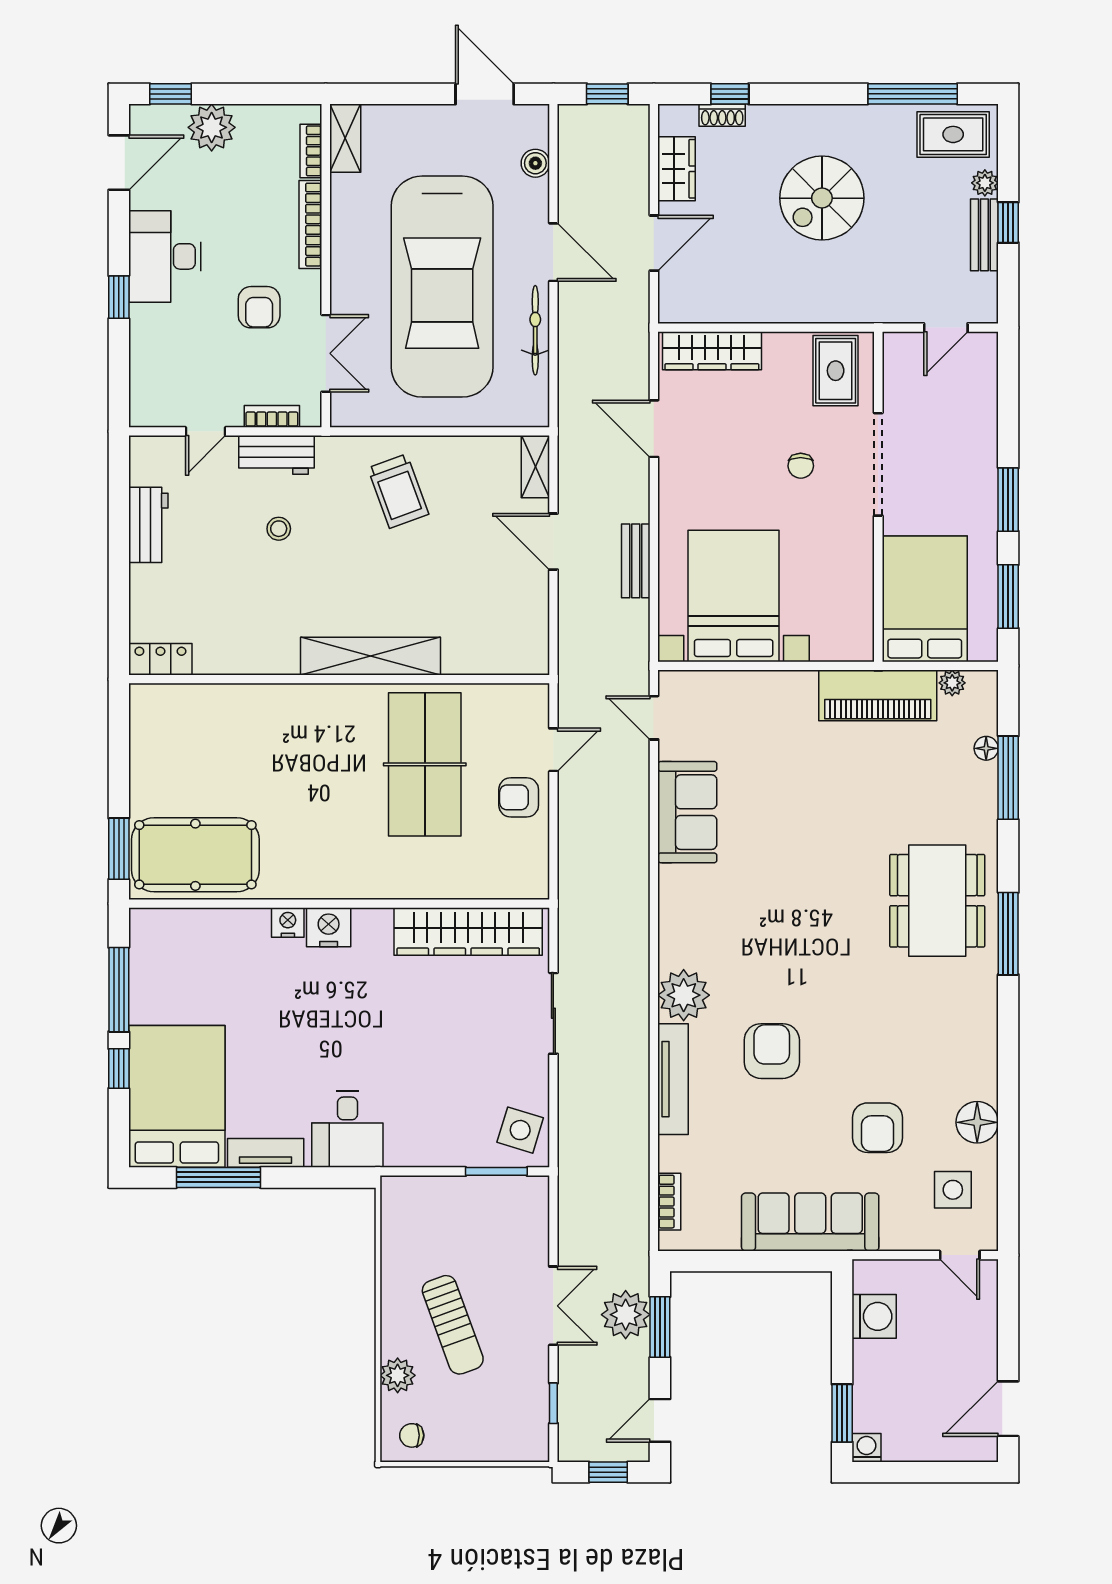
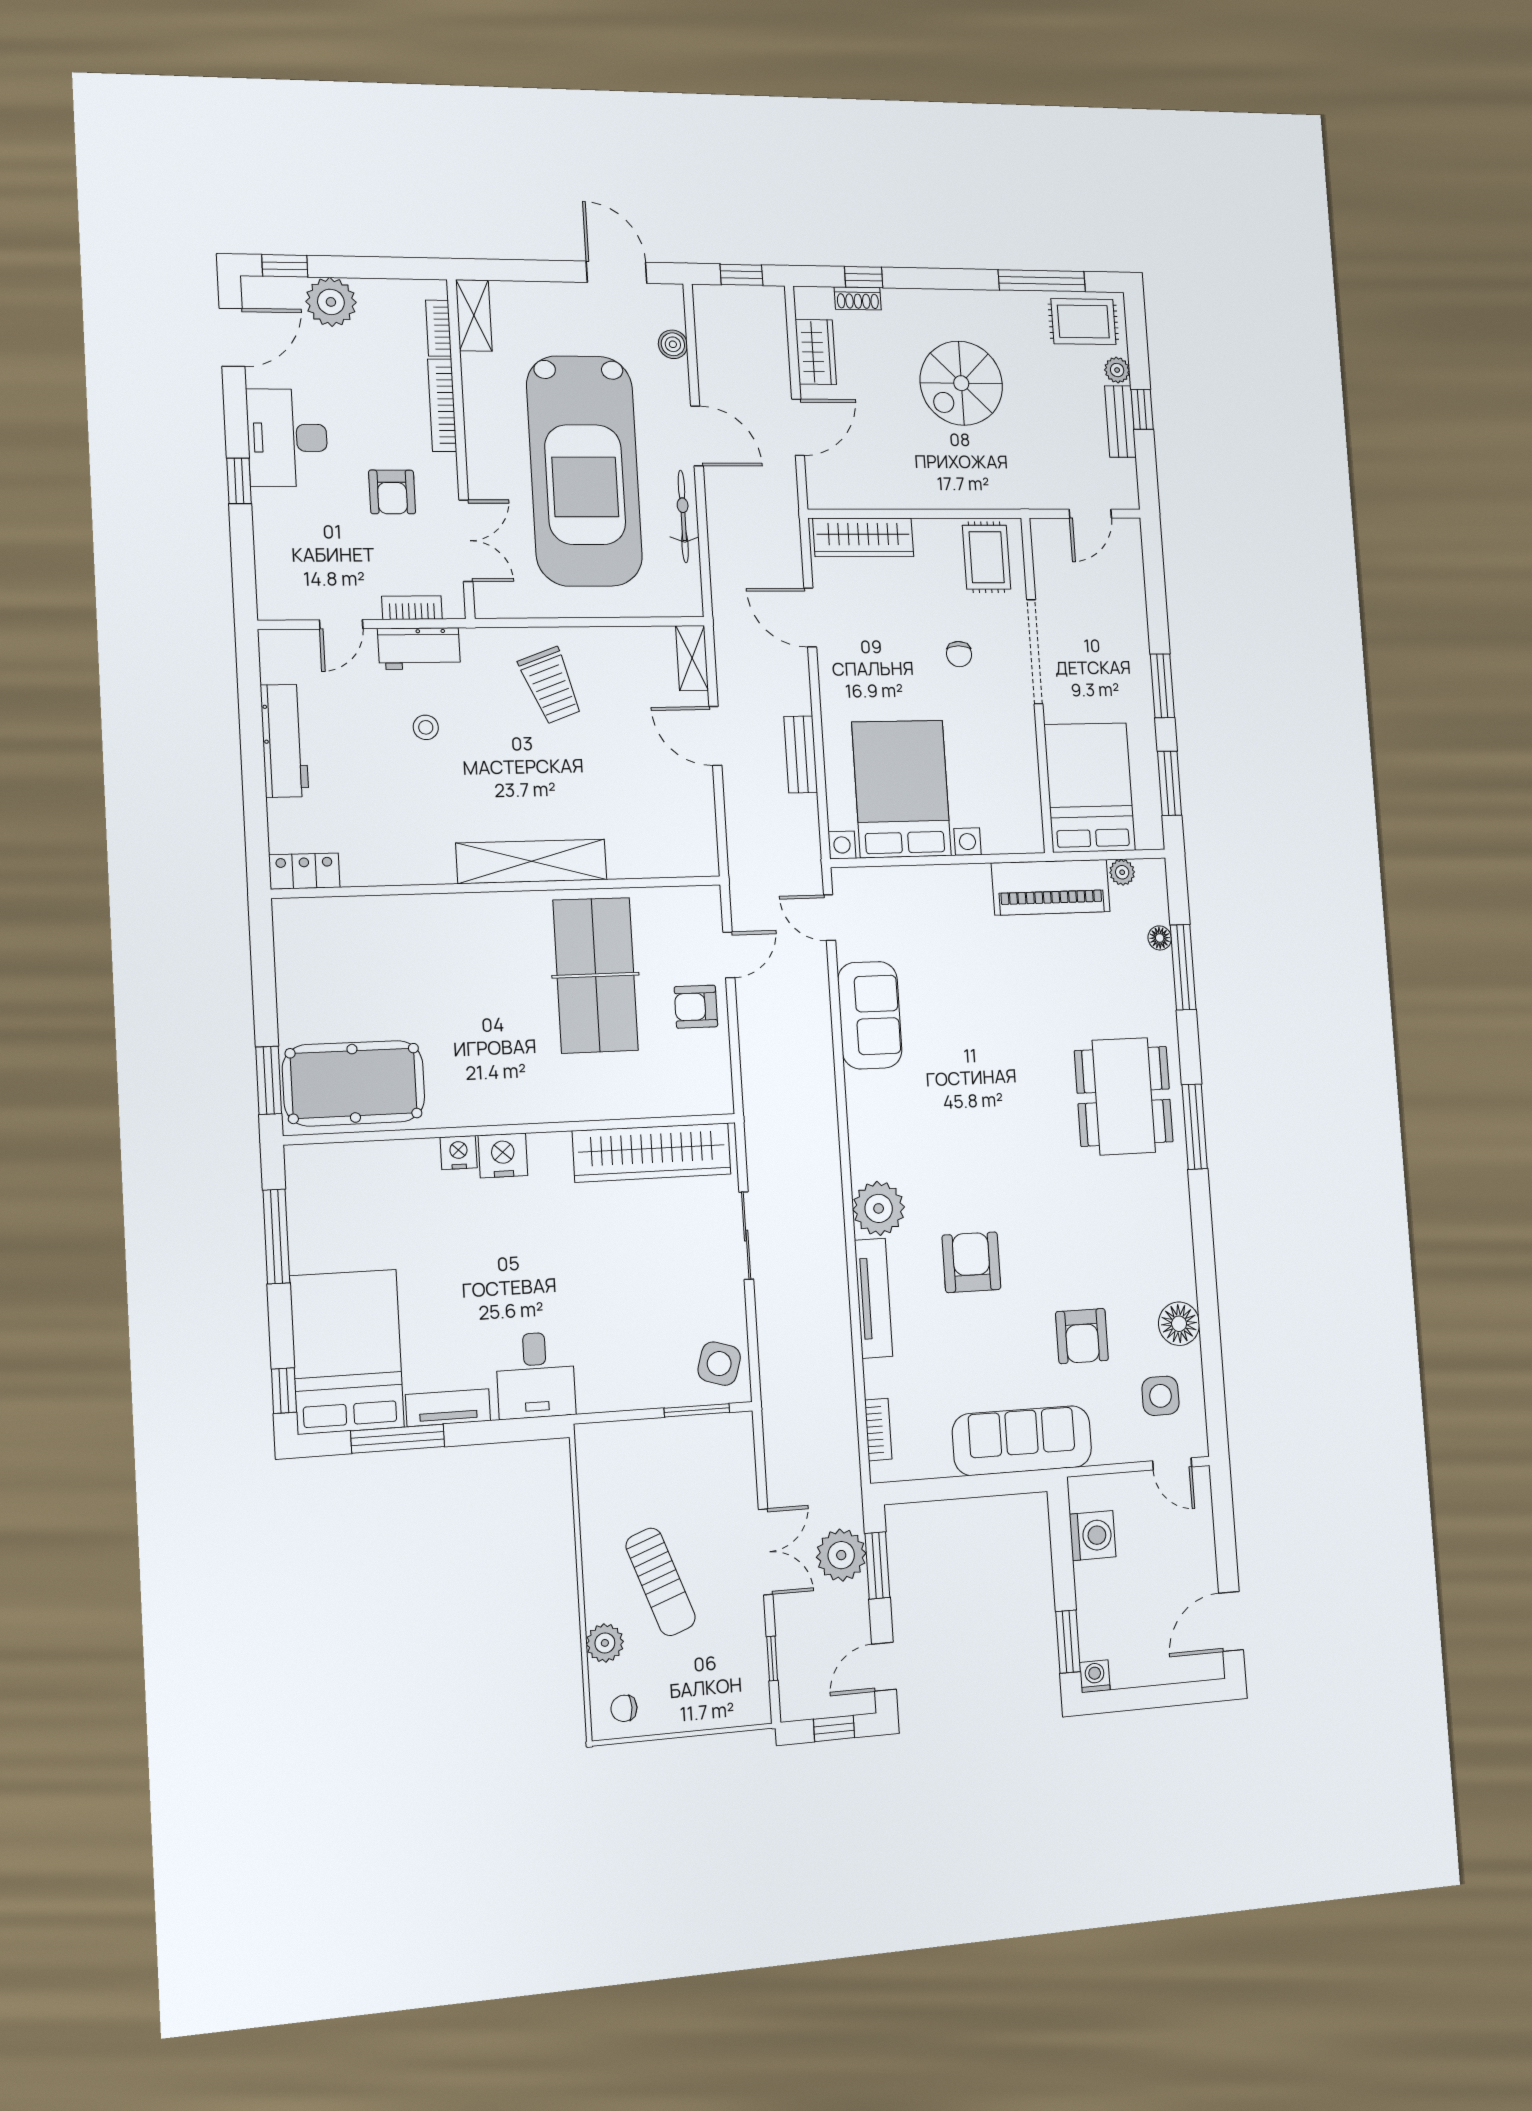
workbench: (148, 525) -> (285, 741), width x1.38
window: (119, 1069) -> (284, 1391), moved

